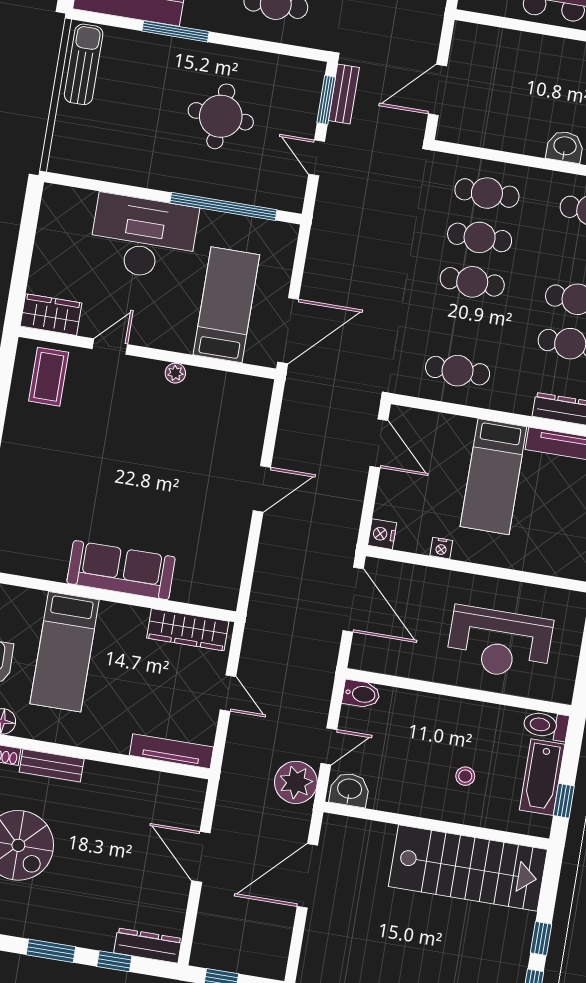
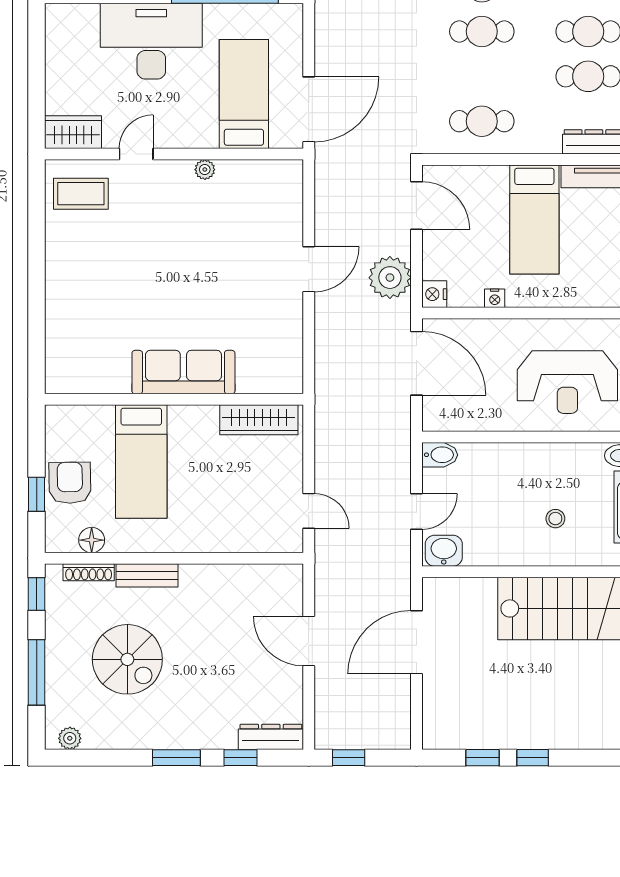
coffee table: (49, 377) -> (81, 194), turned 90
door: (228, 693) -> (309, 511), moved
tv unit: (171, 751) -> (263, 542), removed
plant: (296, 782) -> (390, 278), moved

